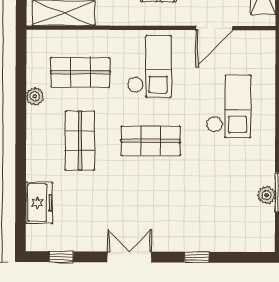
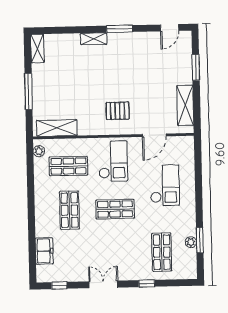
plant: (35, 96) -> (39, 151), moved
shop shelf: (221, 209) -> (162, 252), added

